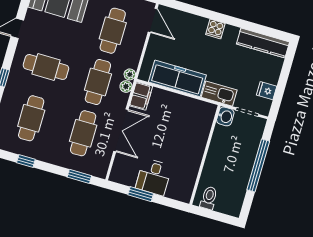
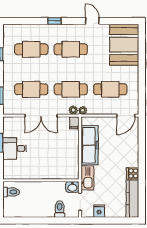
cooker: (215, 29) -> (133, 173), moved
cafe table: (46, 67) -> (71, 49), turned 90
filing cabinet: (141, 96) -> (74, 123), width x0.50
toilet: (249, 141) -> (60, 209), added
window: (258, 166) -> (44, 221), removed

